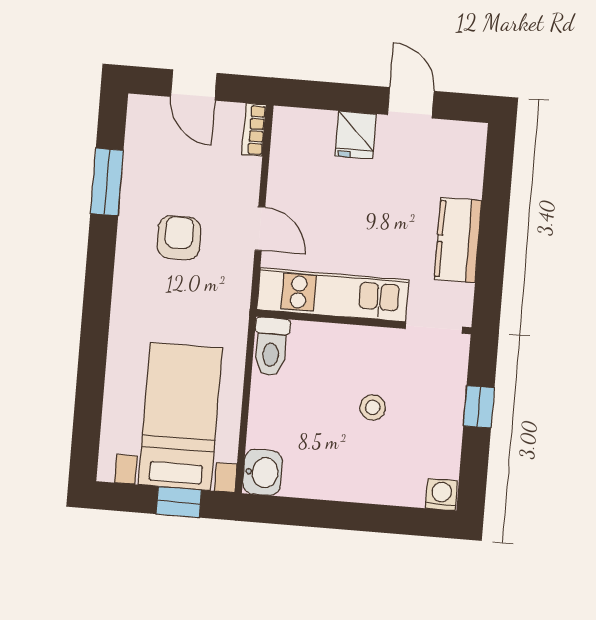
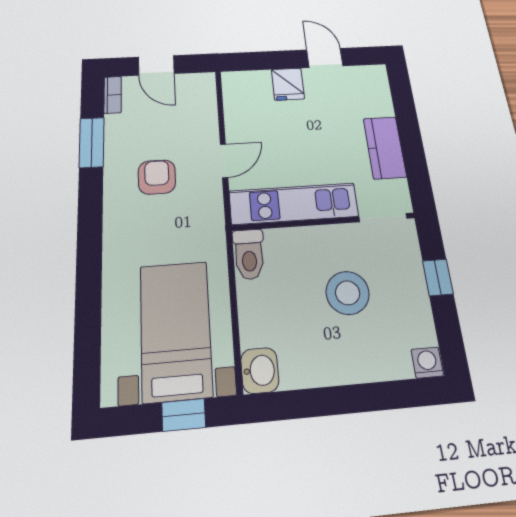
bookcase: (254, 130) -> (113, 95), moved, turned 180
door: (260, 229) -> (224, 161), hinge flipped
stool: (373, 407) -> (348, 293), width x1.89, depth x1.89

